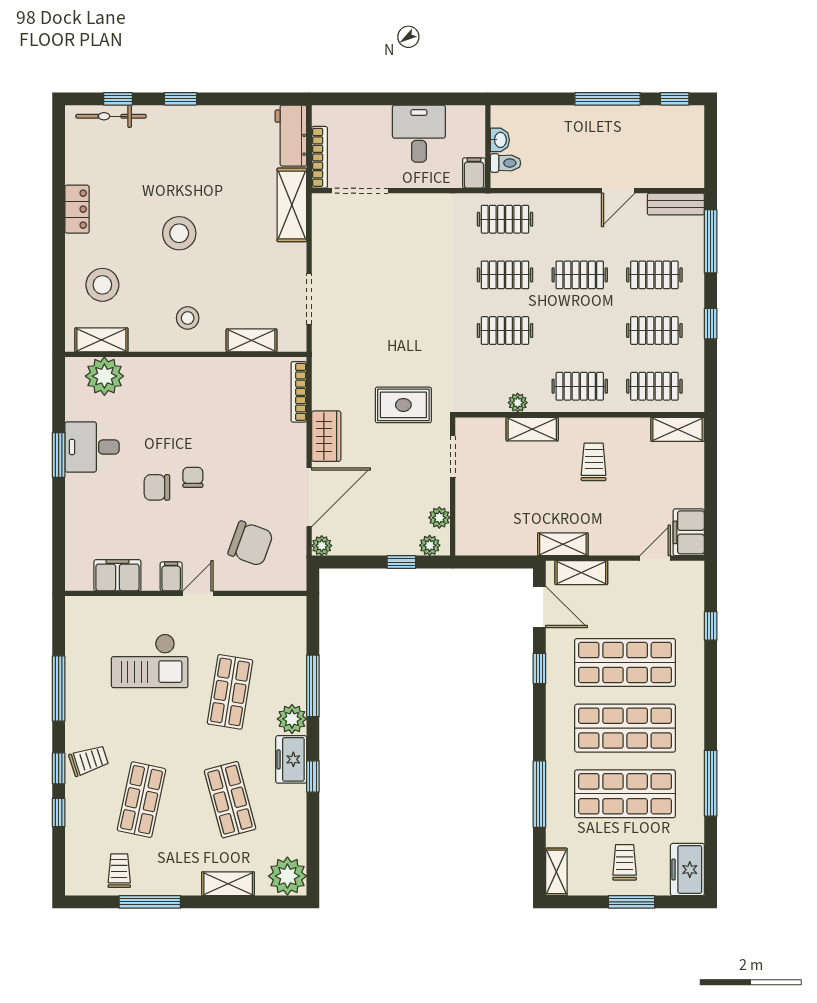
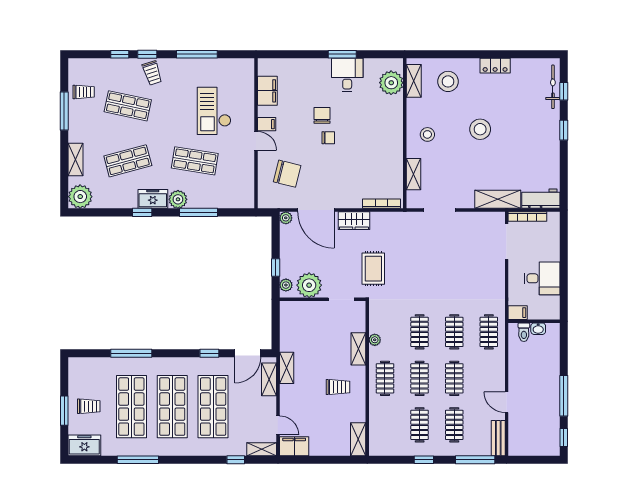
clothes rail: (654, 386) -> (420, 378), moved
plant: (439, 518) -> (309, 285), width x1.87, depth x1.87
chair: (251, 544) -> (287, 174), turned -96
shelving: (556, 872) -> (262, 449), moved

